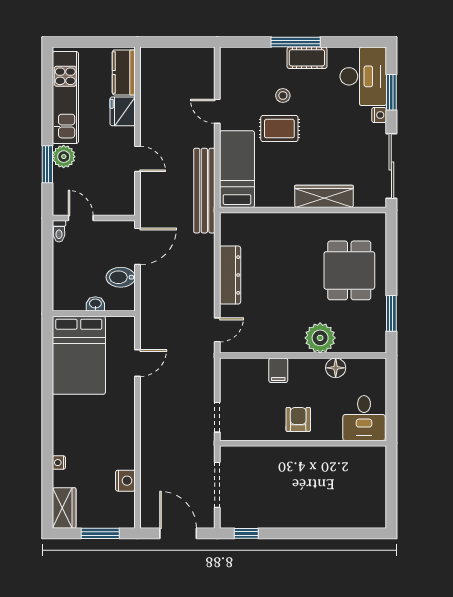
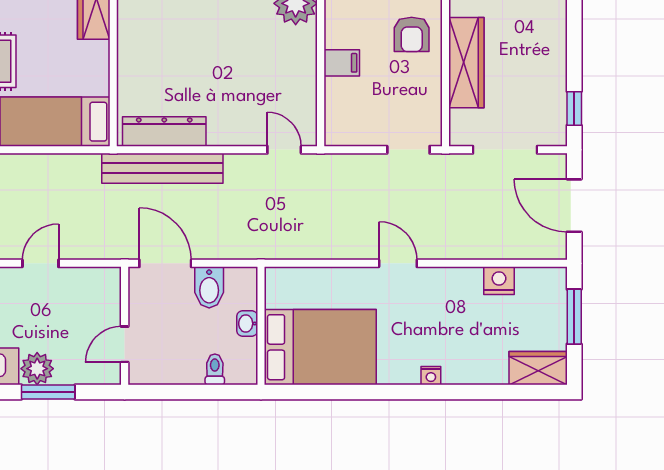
bench: (204, 191) -> (162, 168), moved
toilet: (59, 231) -> (215, 369), moved, turned -90
dresser: (230, 275) -> (164, 132), moved
door: (138, 363) -> (398, 263), moved
armchair: (298, 419) -> (412, 34), turned -90
wardrobe: (279, 458) -> (466, 63), added
nightstand: (59, 463) -> (431, 376), moved
door: (178, 533) -> (574, 206), hinge flipped

